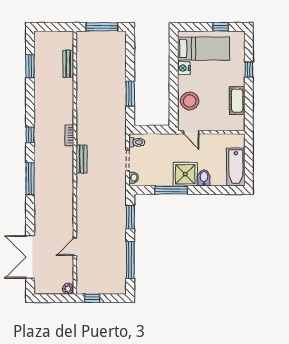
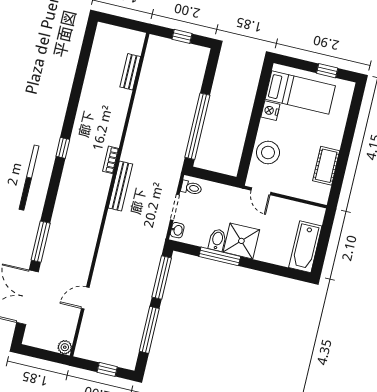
window: (102, 27) -> (182, 36), width x0.46
window: (30, 66) -> (83, 64), removed
window: (249, 70) -> (349, 131), removed
window: (130, 94) -> (197, 126), width x2.11
bench: (82, 159) -> (120, 186), width x1.36
bidet: (204, 178) -> (217, 240), moved
window: (30, 179) -> (41, 242), moved
window: (130, 217) -> (162, 278), width x1.44
window: (92, 298) -> (107, 369), moved

